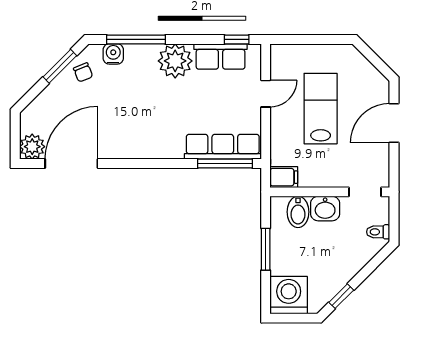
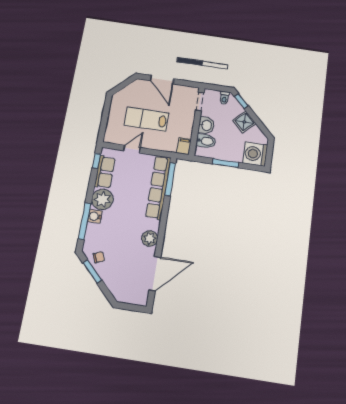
water cooler: (113, 54) -> (95, 216), moved
door: (266, 94) -> (132, 149), hinge flipped
plant: (32, 147) -> (150, 238), moved
row of seats: (223, 147) -> (158, 187), width x1.36
door: (71, 164) -> (155, 274), swing flipped
shower: (341, 270) -> (244, 122), added
window: (341, 296) -> (241, 101), moved

